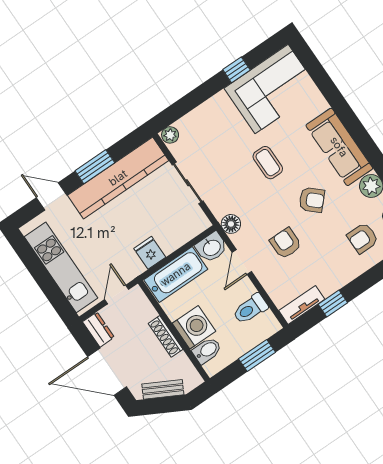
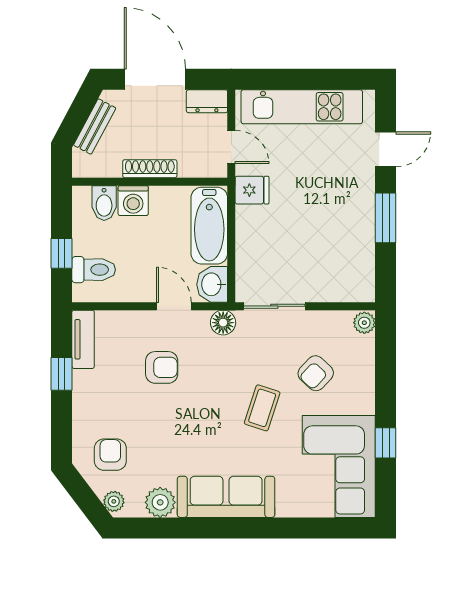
coffee table: (268, 163) -> (262, 408), turned -72
kitchen counter: (118, 178) -> (356, 235), removed
sliding door: (188, 183) -> (274, 306), moved
armchair: (312, 200) -> (316, 373), moved
fridge: (150, 253) -> (252, 190), moved
toilet: (250, 309) -> (94, 270), moved, turned 90
washing machine: (194, 327) -> (133, 201), width x0.73, depth x0.73
window: (257, 356) -> (62, 253), width x0.67
door: (107, 372) -> (155, 79), hinge flipped

